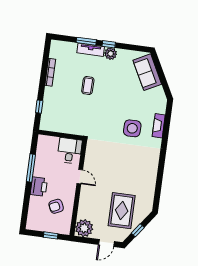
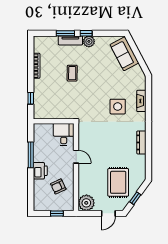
dresser: (153, 171) -> (141, 142), added

